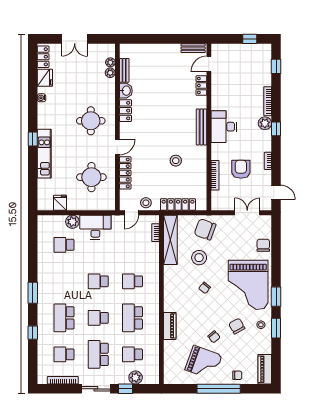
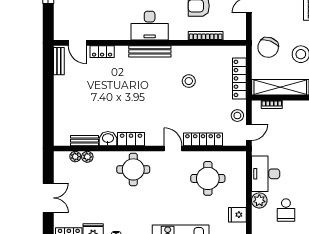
round table: (91, 121) -> (133, 169), moved
door: (131, 213) -> (249, 132), hinge flipped

